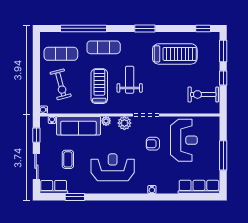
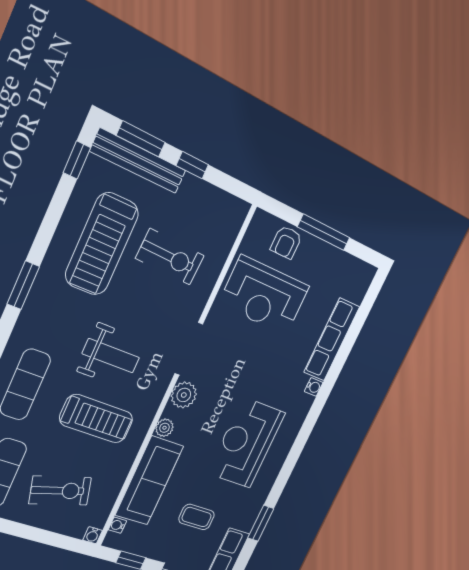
treadmill: (175, 54) -> (102, 244), turned 180
bench: (214, 54) -> (138, 161), added
weight bench: (130, 80) -> (111, 356), turned 180
treadmill: (99, 86) -> (96, 419), turned 180
exercise bike: (203, 94) -> (170, 257), moved, turned -88
reception desk: (184, 140) -> (264, 295), turned 180
armchair: (153, 144) -> (286, 242), moved
row of seats: (199, 187) -> (332, 340), moved

